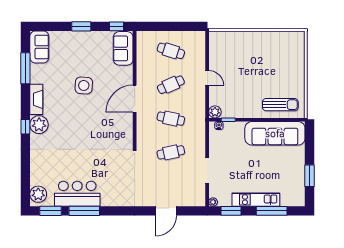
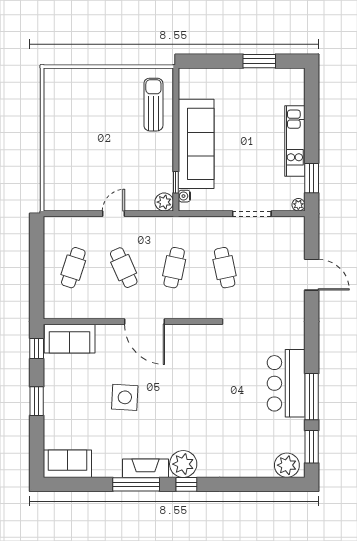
window: (25, 68) -> (136, 484), moved
sofa: (275, 133) -> (196, 144), moved
bar counter: (77, 194) -> (286, 383), moved
window: (272, 211) -> (312, 118), removed

